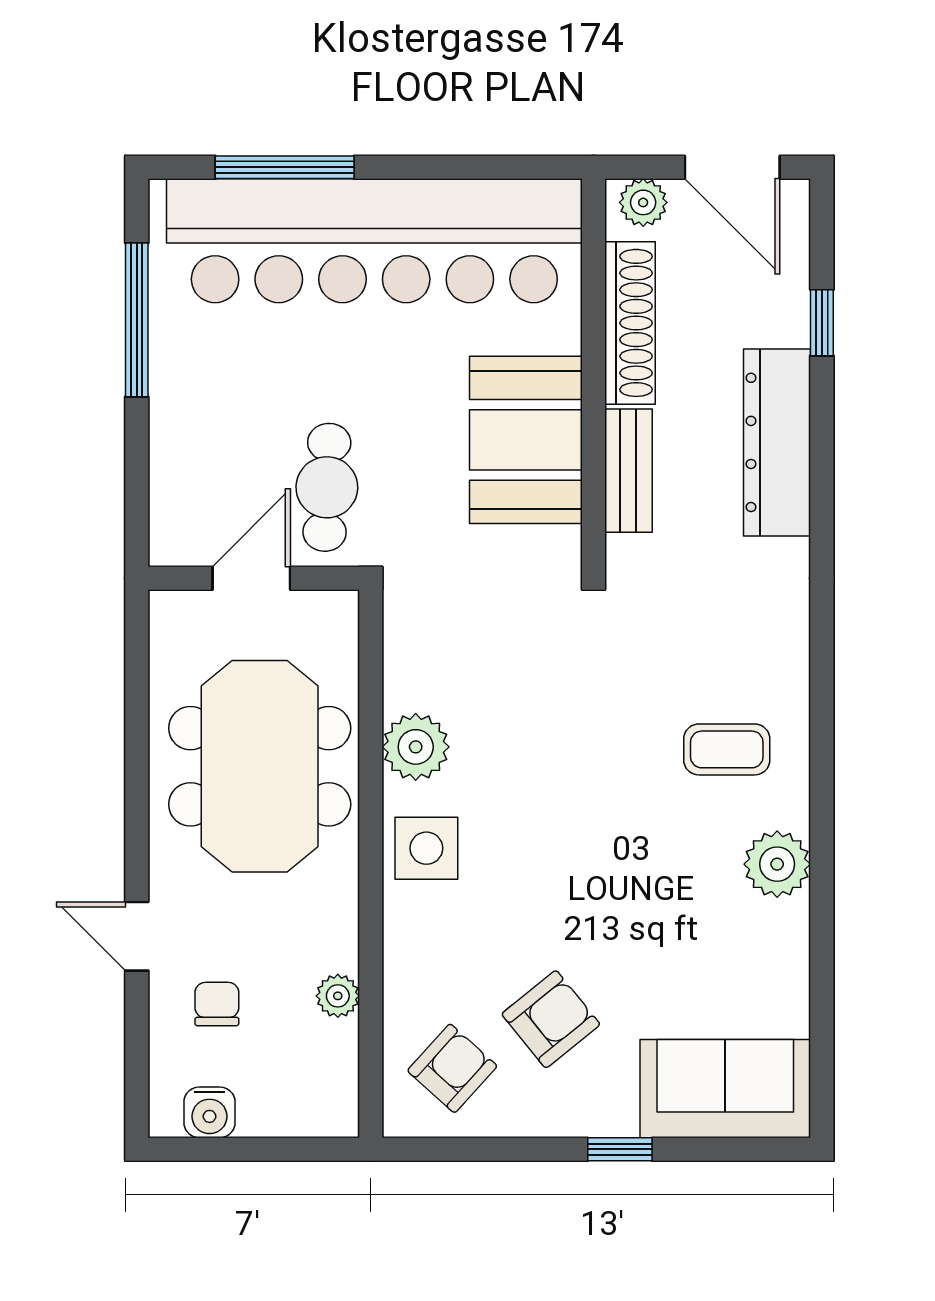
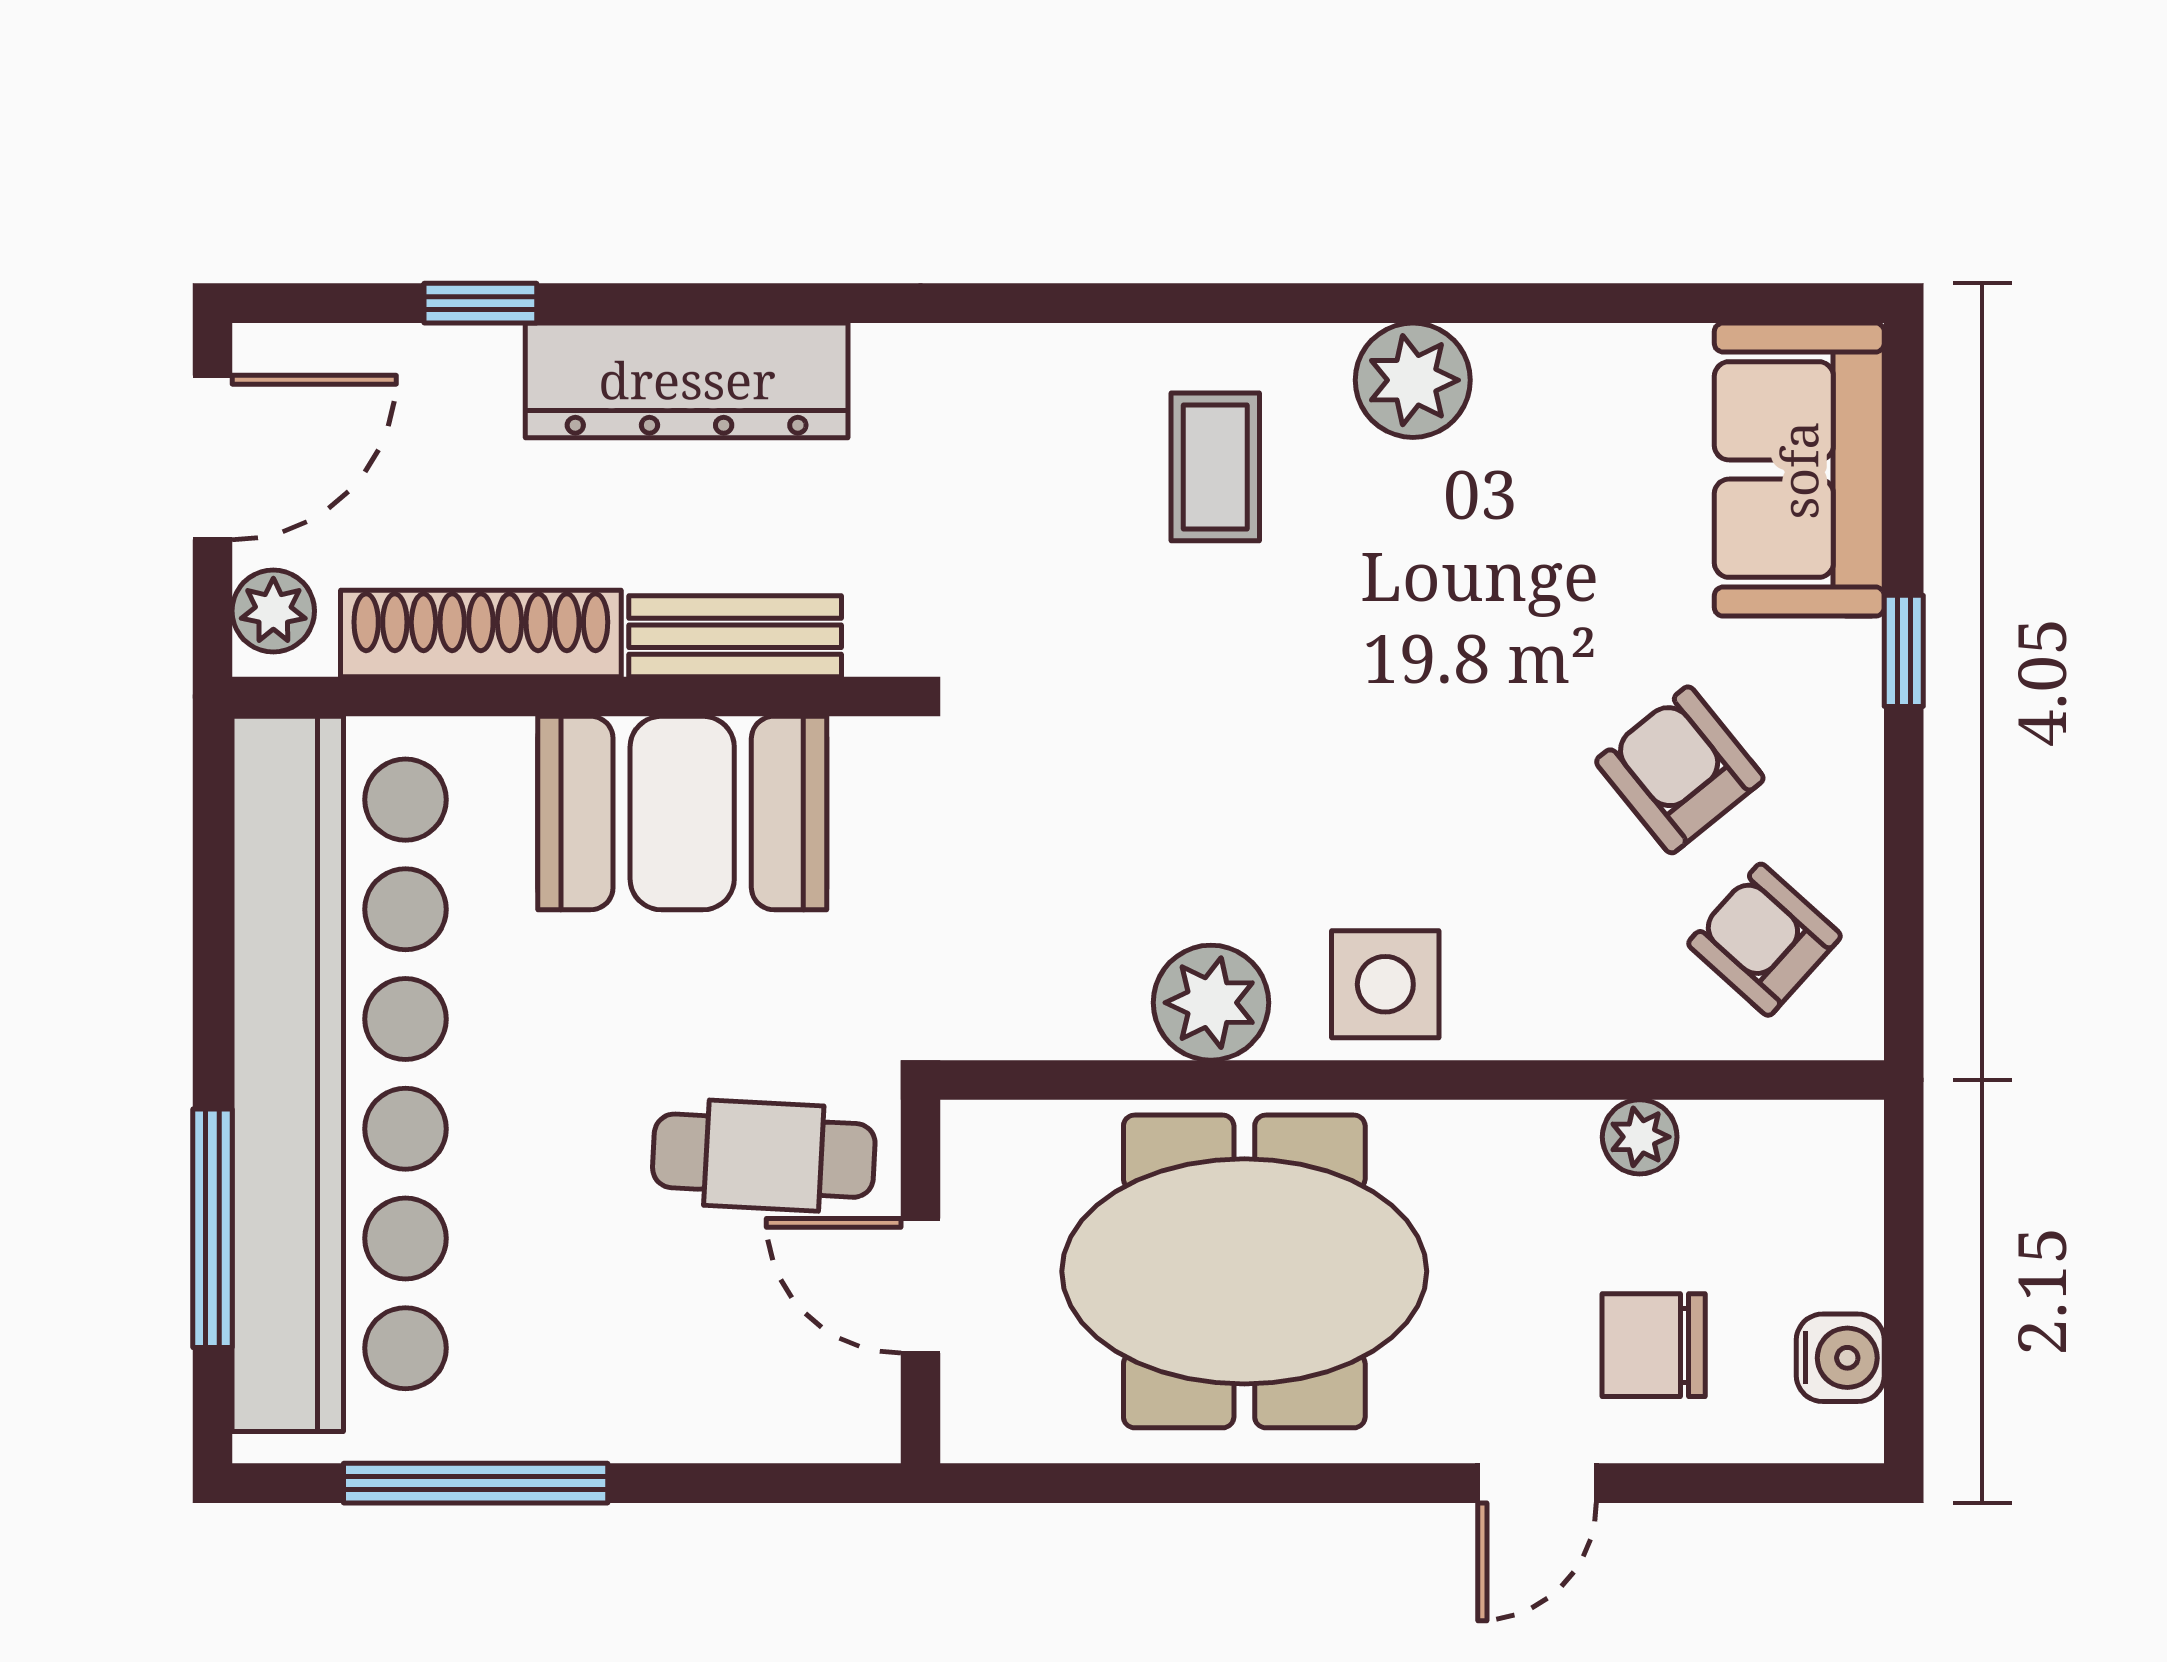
chair: (217, 1004) -> (1654, 1345), width x1.37, depth x1.37

